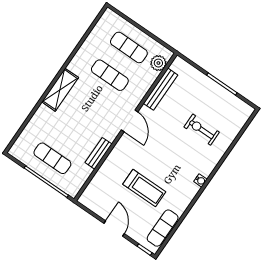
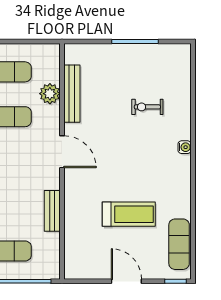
plant: (158, 63) -> (50, 94), moved
exercise bike: (202, 130) -> (147, 107), width x0.73, depth x0.72
water cooler: (200, 180) -> (185, 147), moved

